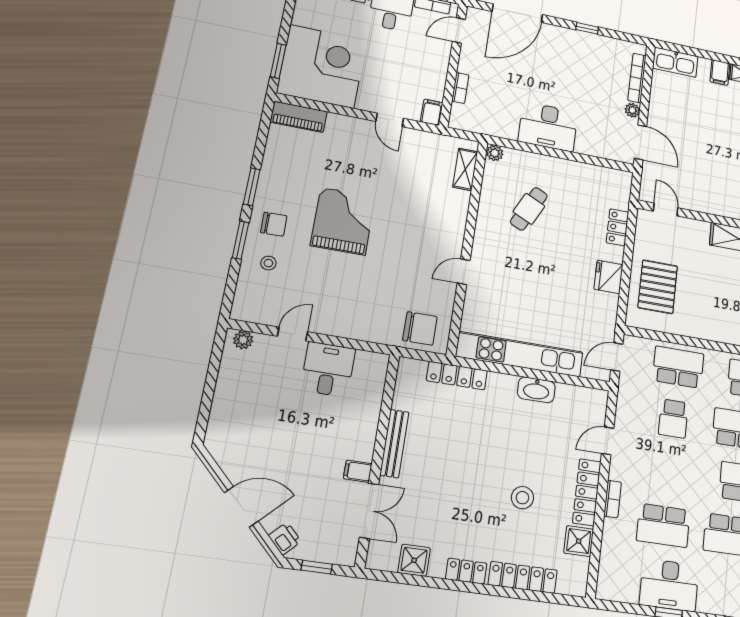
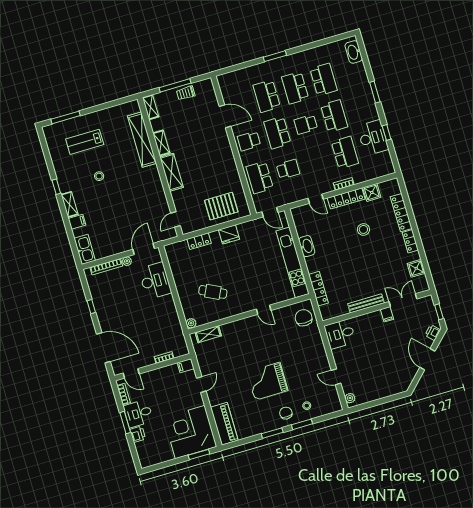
piano: (299, 117) -> (224, 424), width x1.37, depth x1.33
desk: (548, 127) -> (155, 281), moved
desk: (328, 369) -> (340, 334), moved

